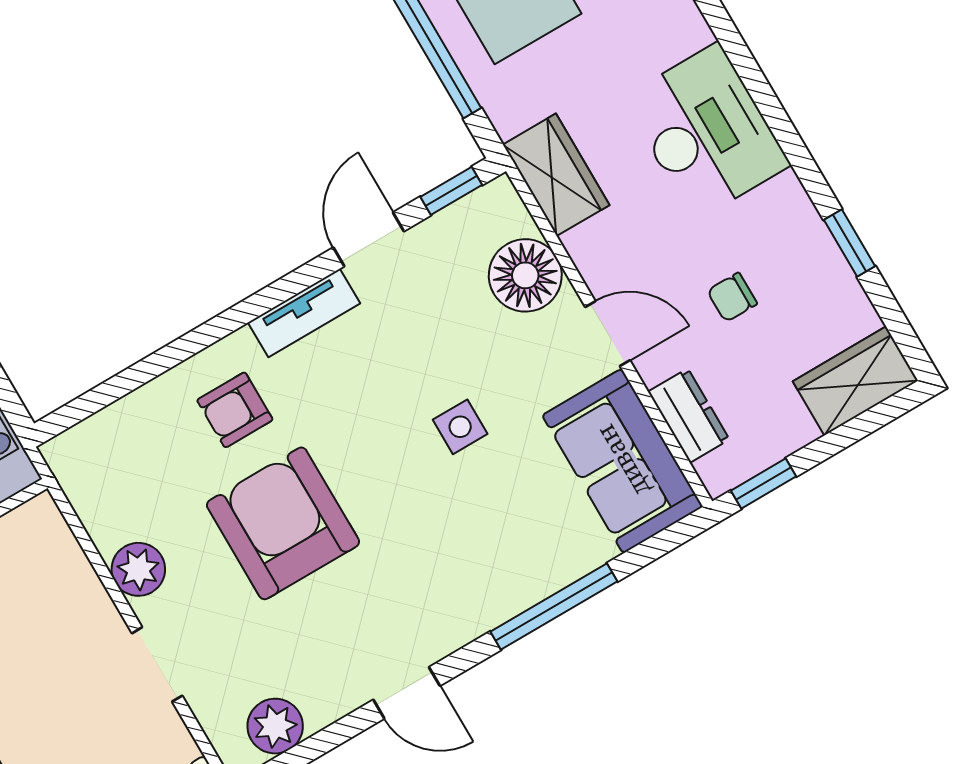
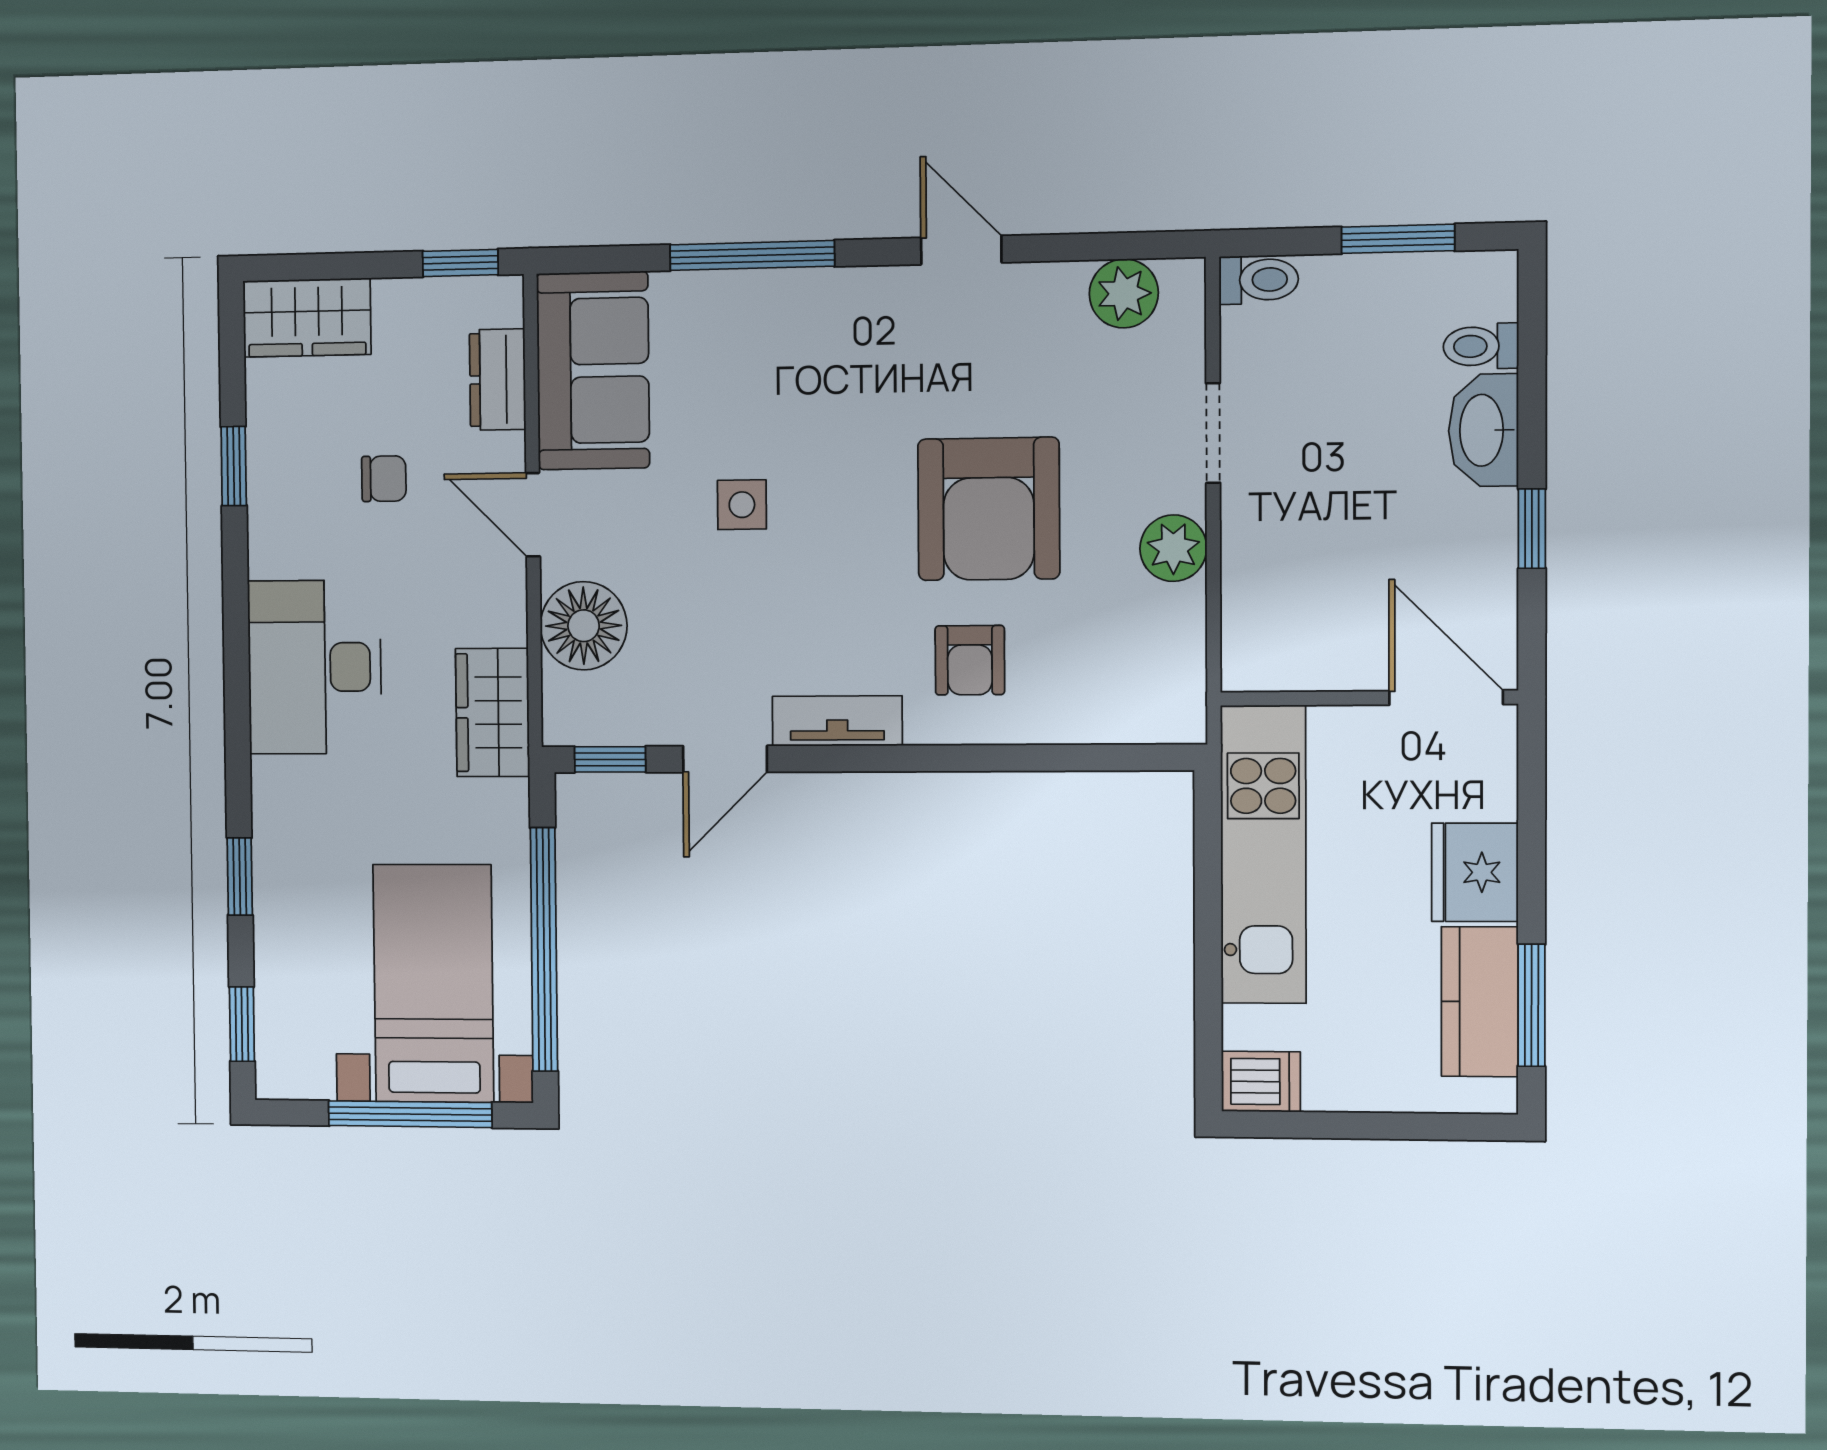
armchair: (235, 410) -> (970, 660), turned 90

